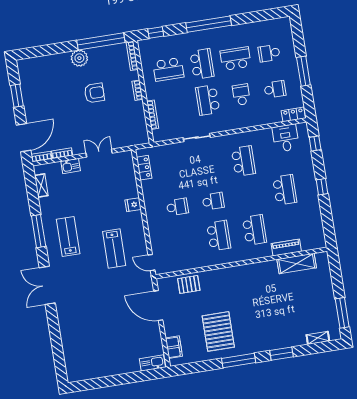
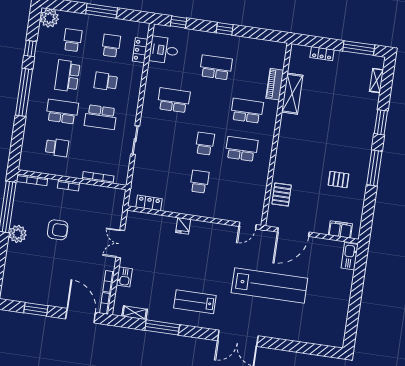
plant: (282, 26) -> (49, 18), added
window: (156, 33) -> (30, 49), moved
school desk: (269, 53) -> (72, 40), turned 180
school desk: (168, 69) -> (57, 147), width x0.54
armchair: (94, 93) -> (58, 230), turned 90
locker: (293, 114) -> (140, 50), moved
window: (39, 231) -> (162, 327), moved
lab bench: (114, 248) -> (269, 286), moved, width x1.86, depth x1.39
shelving: (297, 264) -> (292, 94), moved
locker: (327, 281) -> (322, 54), added
pallet: (218, 331) -> (338, 180), width x0.49, depth x0.50

